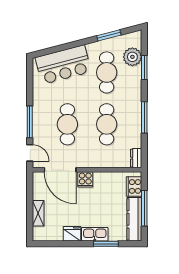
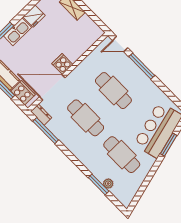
window: (109, 35) -> (169, 145), moved
plant: (132, 57) -> (108, 184), width x0.53, depth x0.53
window: (144, 117) -> (46, 131), moved
door: (60, 170) -> (52, 87), moved

